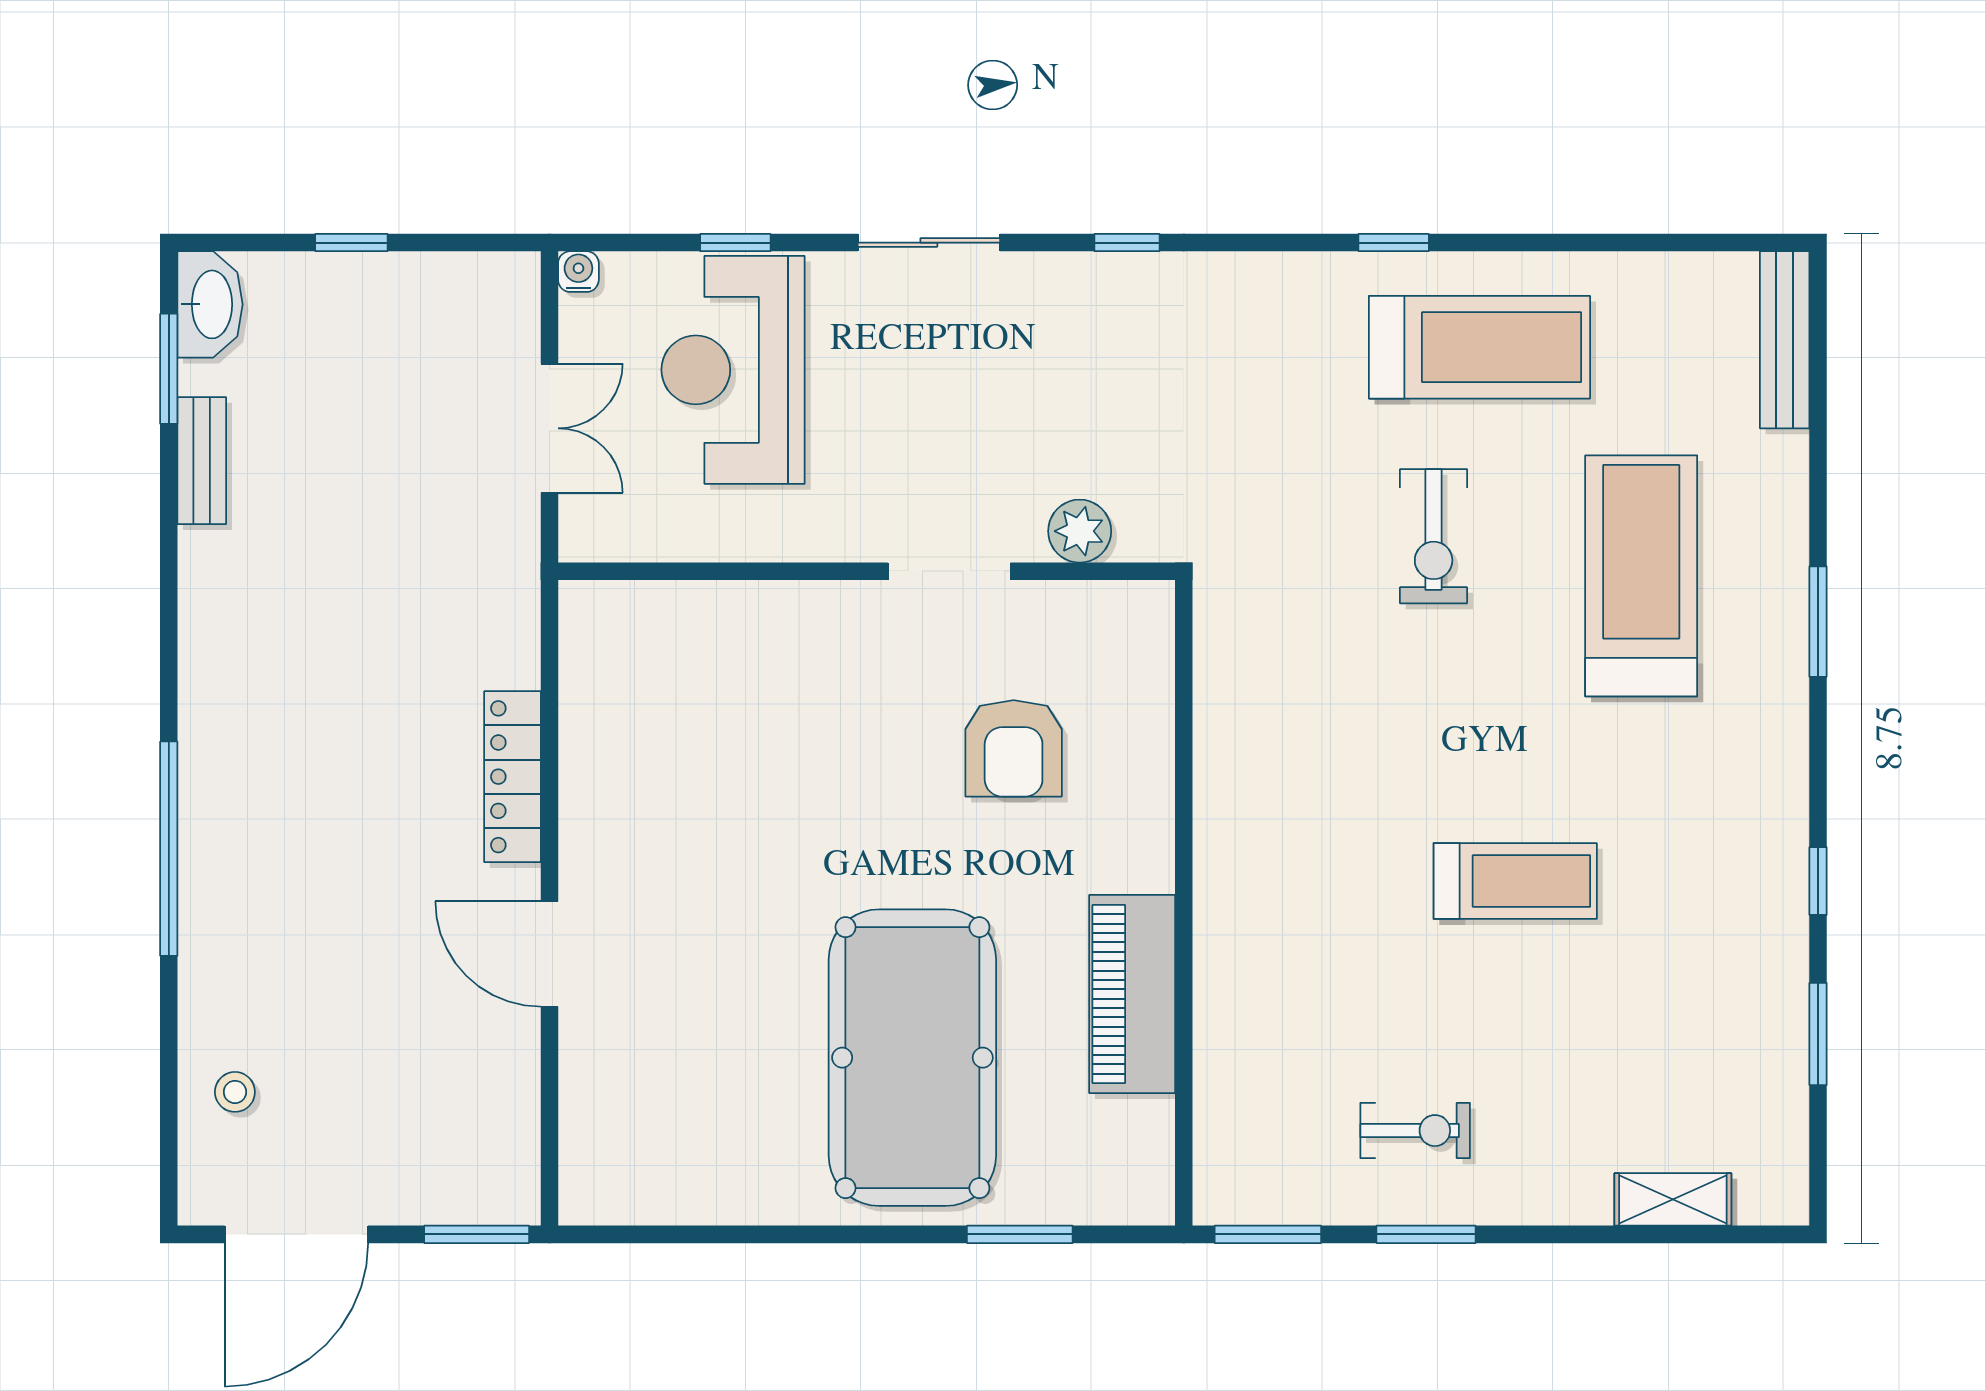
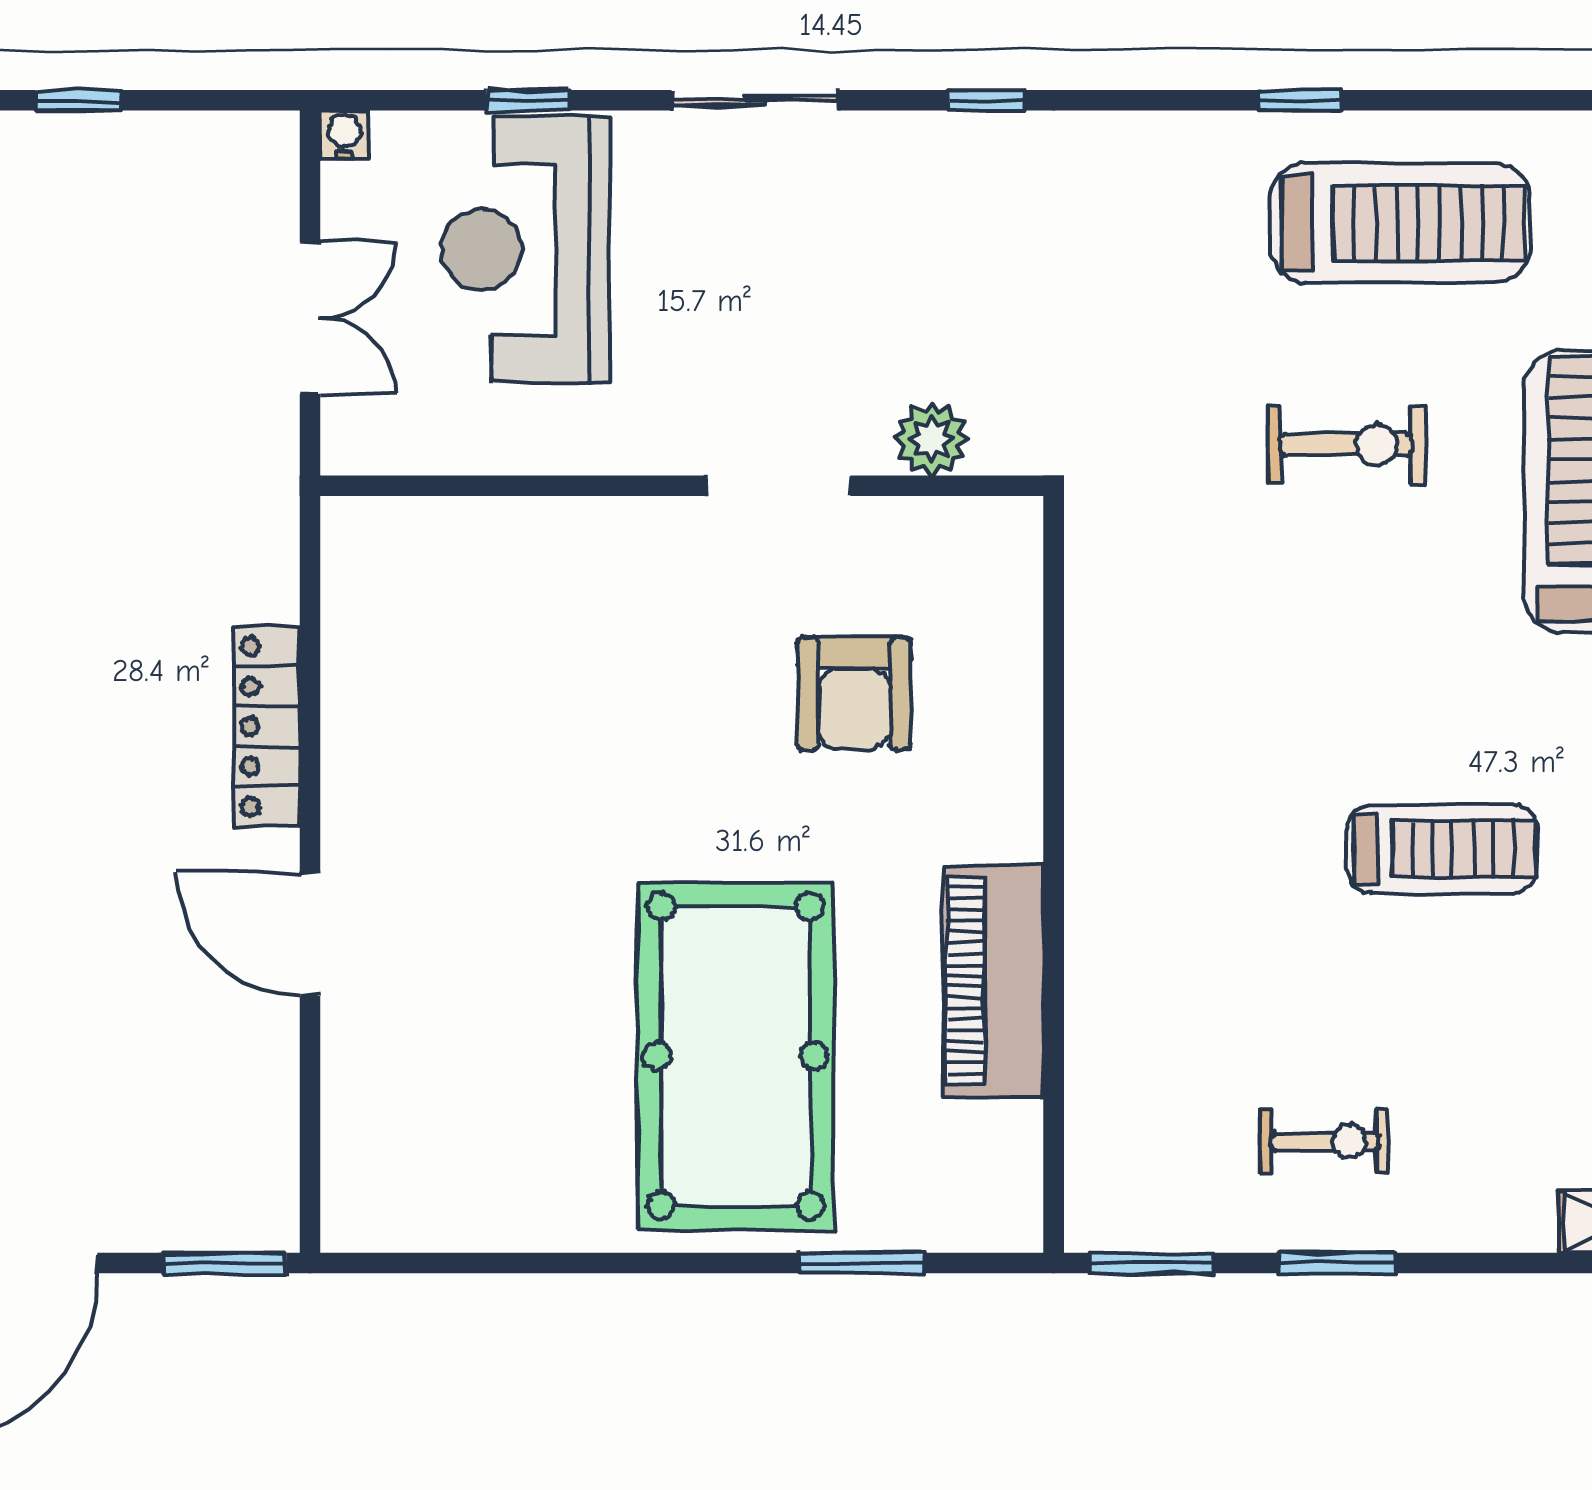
exercise bike: (1434, 536) -> (1346, 445), turned -90

